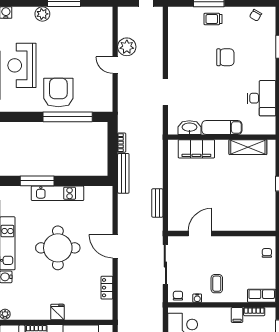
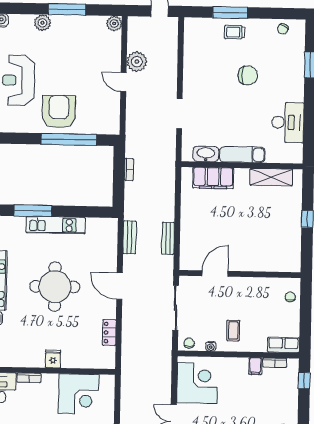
plant: (106, 13) -> (114, 24), added
bench: (123, 173) -> (130, 237), moved, width x0.73

